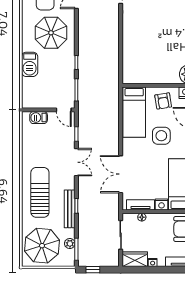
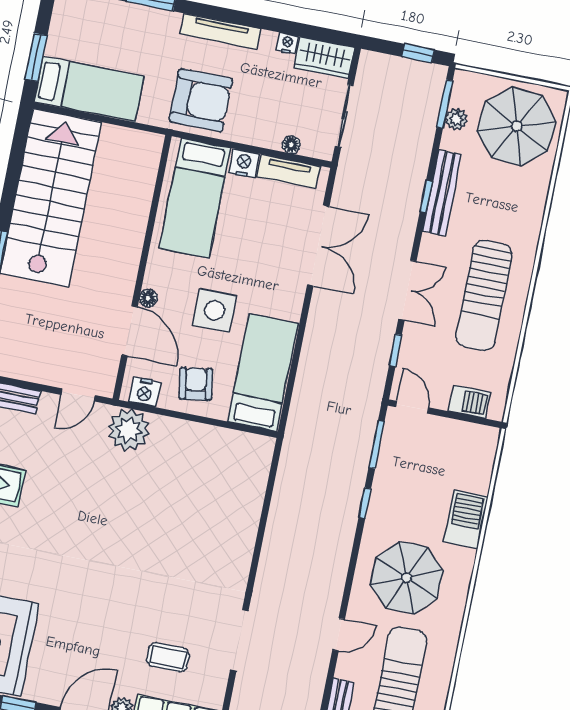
double door: (76, 162) -> (407, 290), swing flipped
sun lounger: (40, 192) -> (484, 296), moved

